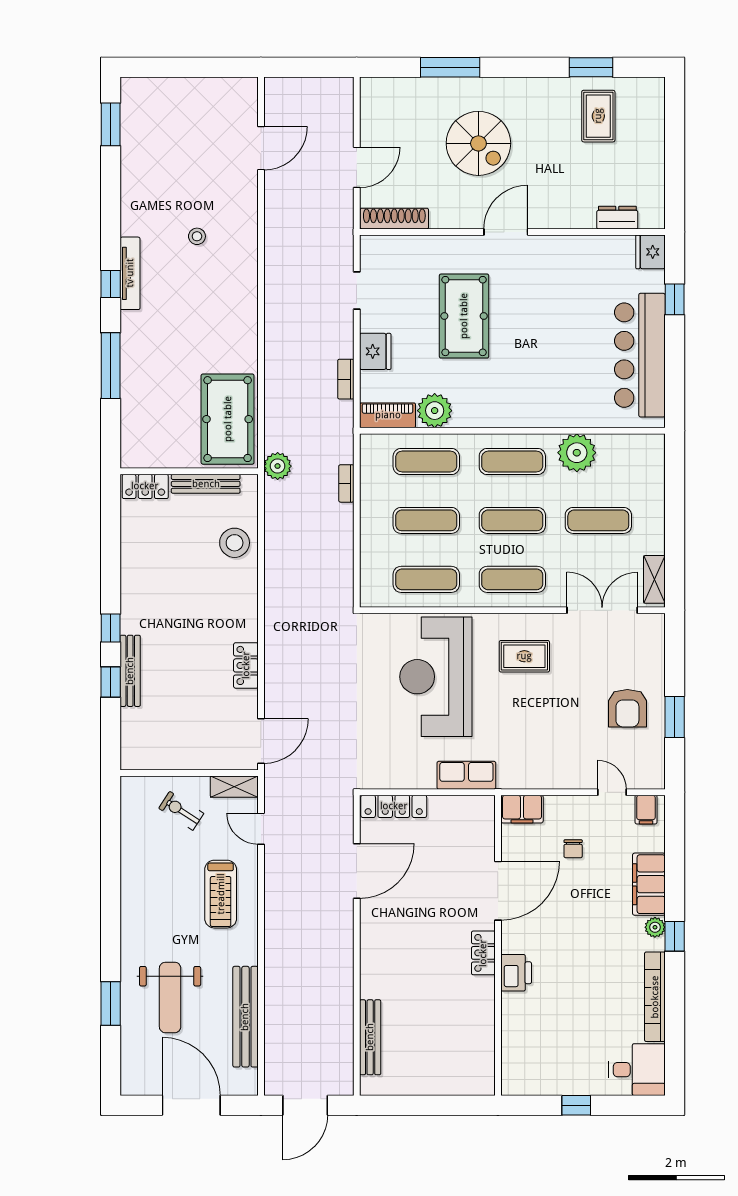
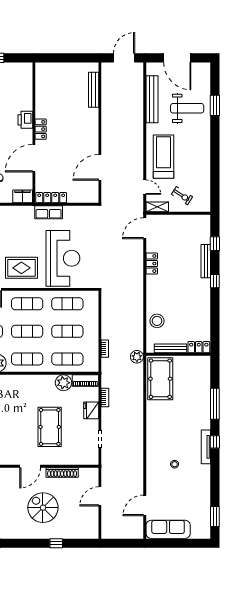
window: (450, 67) -> (56, 543), width x0.46
sofa: (211, 97) -> (168, 529), added
shoe rack: (394, 219) -> (62, 472), moved
rug: (524, 656) -> (21, 268), width x1.36, depth x1.43
window: (111, 682) -> (215, 244), moved
locker: (394, 806) -> (51, 198), moved
treadmill: (221, 894) -> (164, 157), width x1.37, depth x1.38
weight bench: (170, 997) -> (187, 108), turned 90

